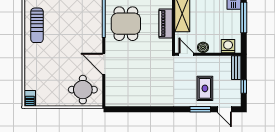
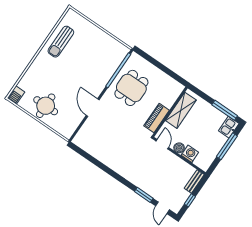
piano: (166, 23) -> (157, 118), moved
washing machine: (228, 46) -> (190, 154), moved
rug: (205, 88) -> (159, 181), removed
round table: (83, 90) -> (46, 106), moved

